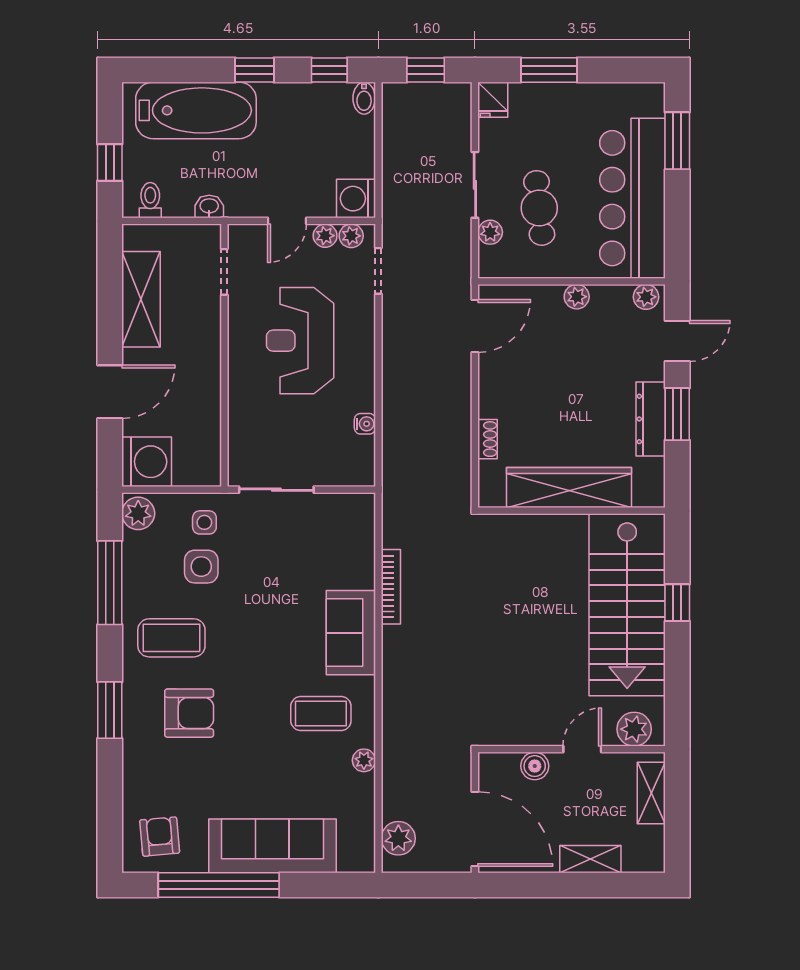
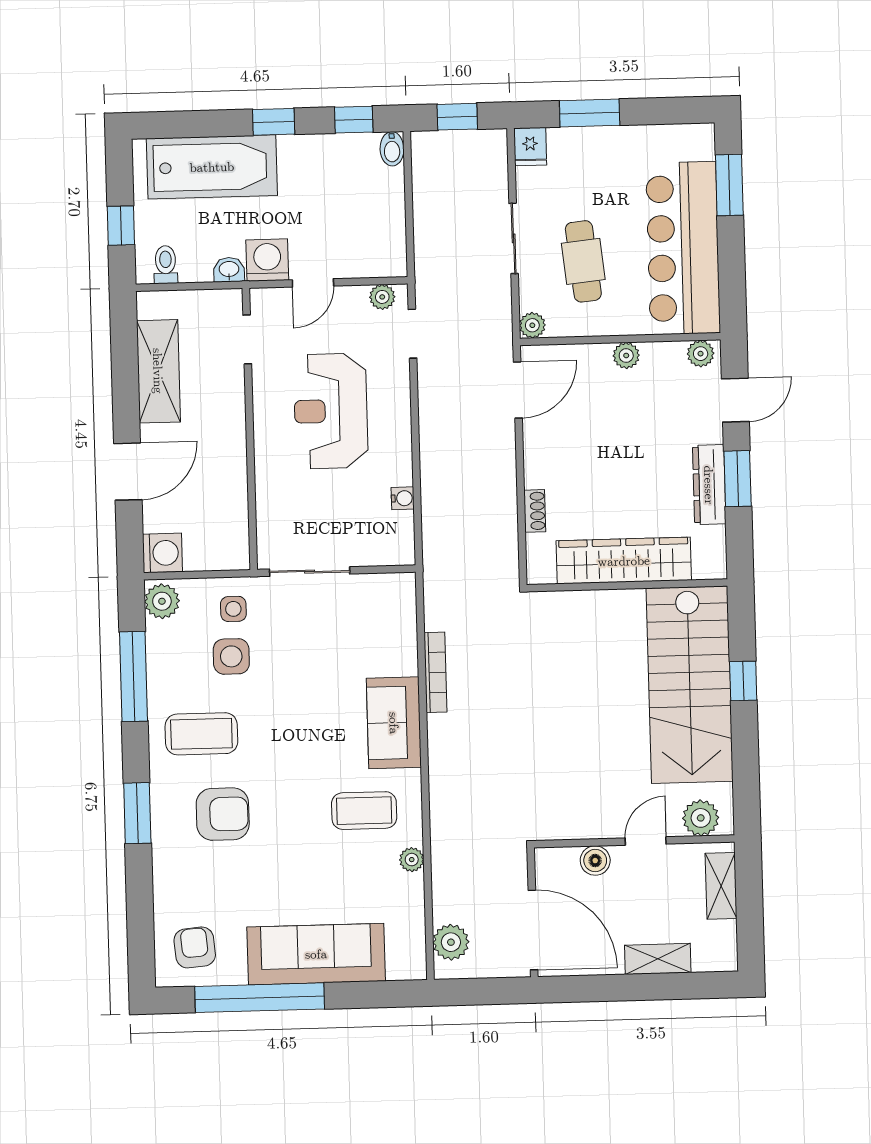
washing machine: (356, 199) -> (267, 260), moved, turned 90
plant: (490, 232) -> (532, 325), moved
plant: (325, 236) -> (354, 298), removed
washing machine: (147, 462) -> (162, 553), width x0.73, depth x0.73

